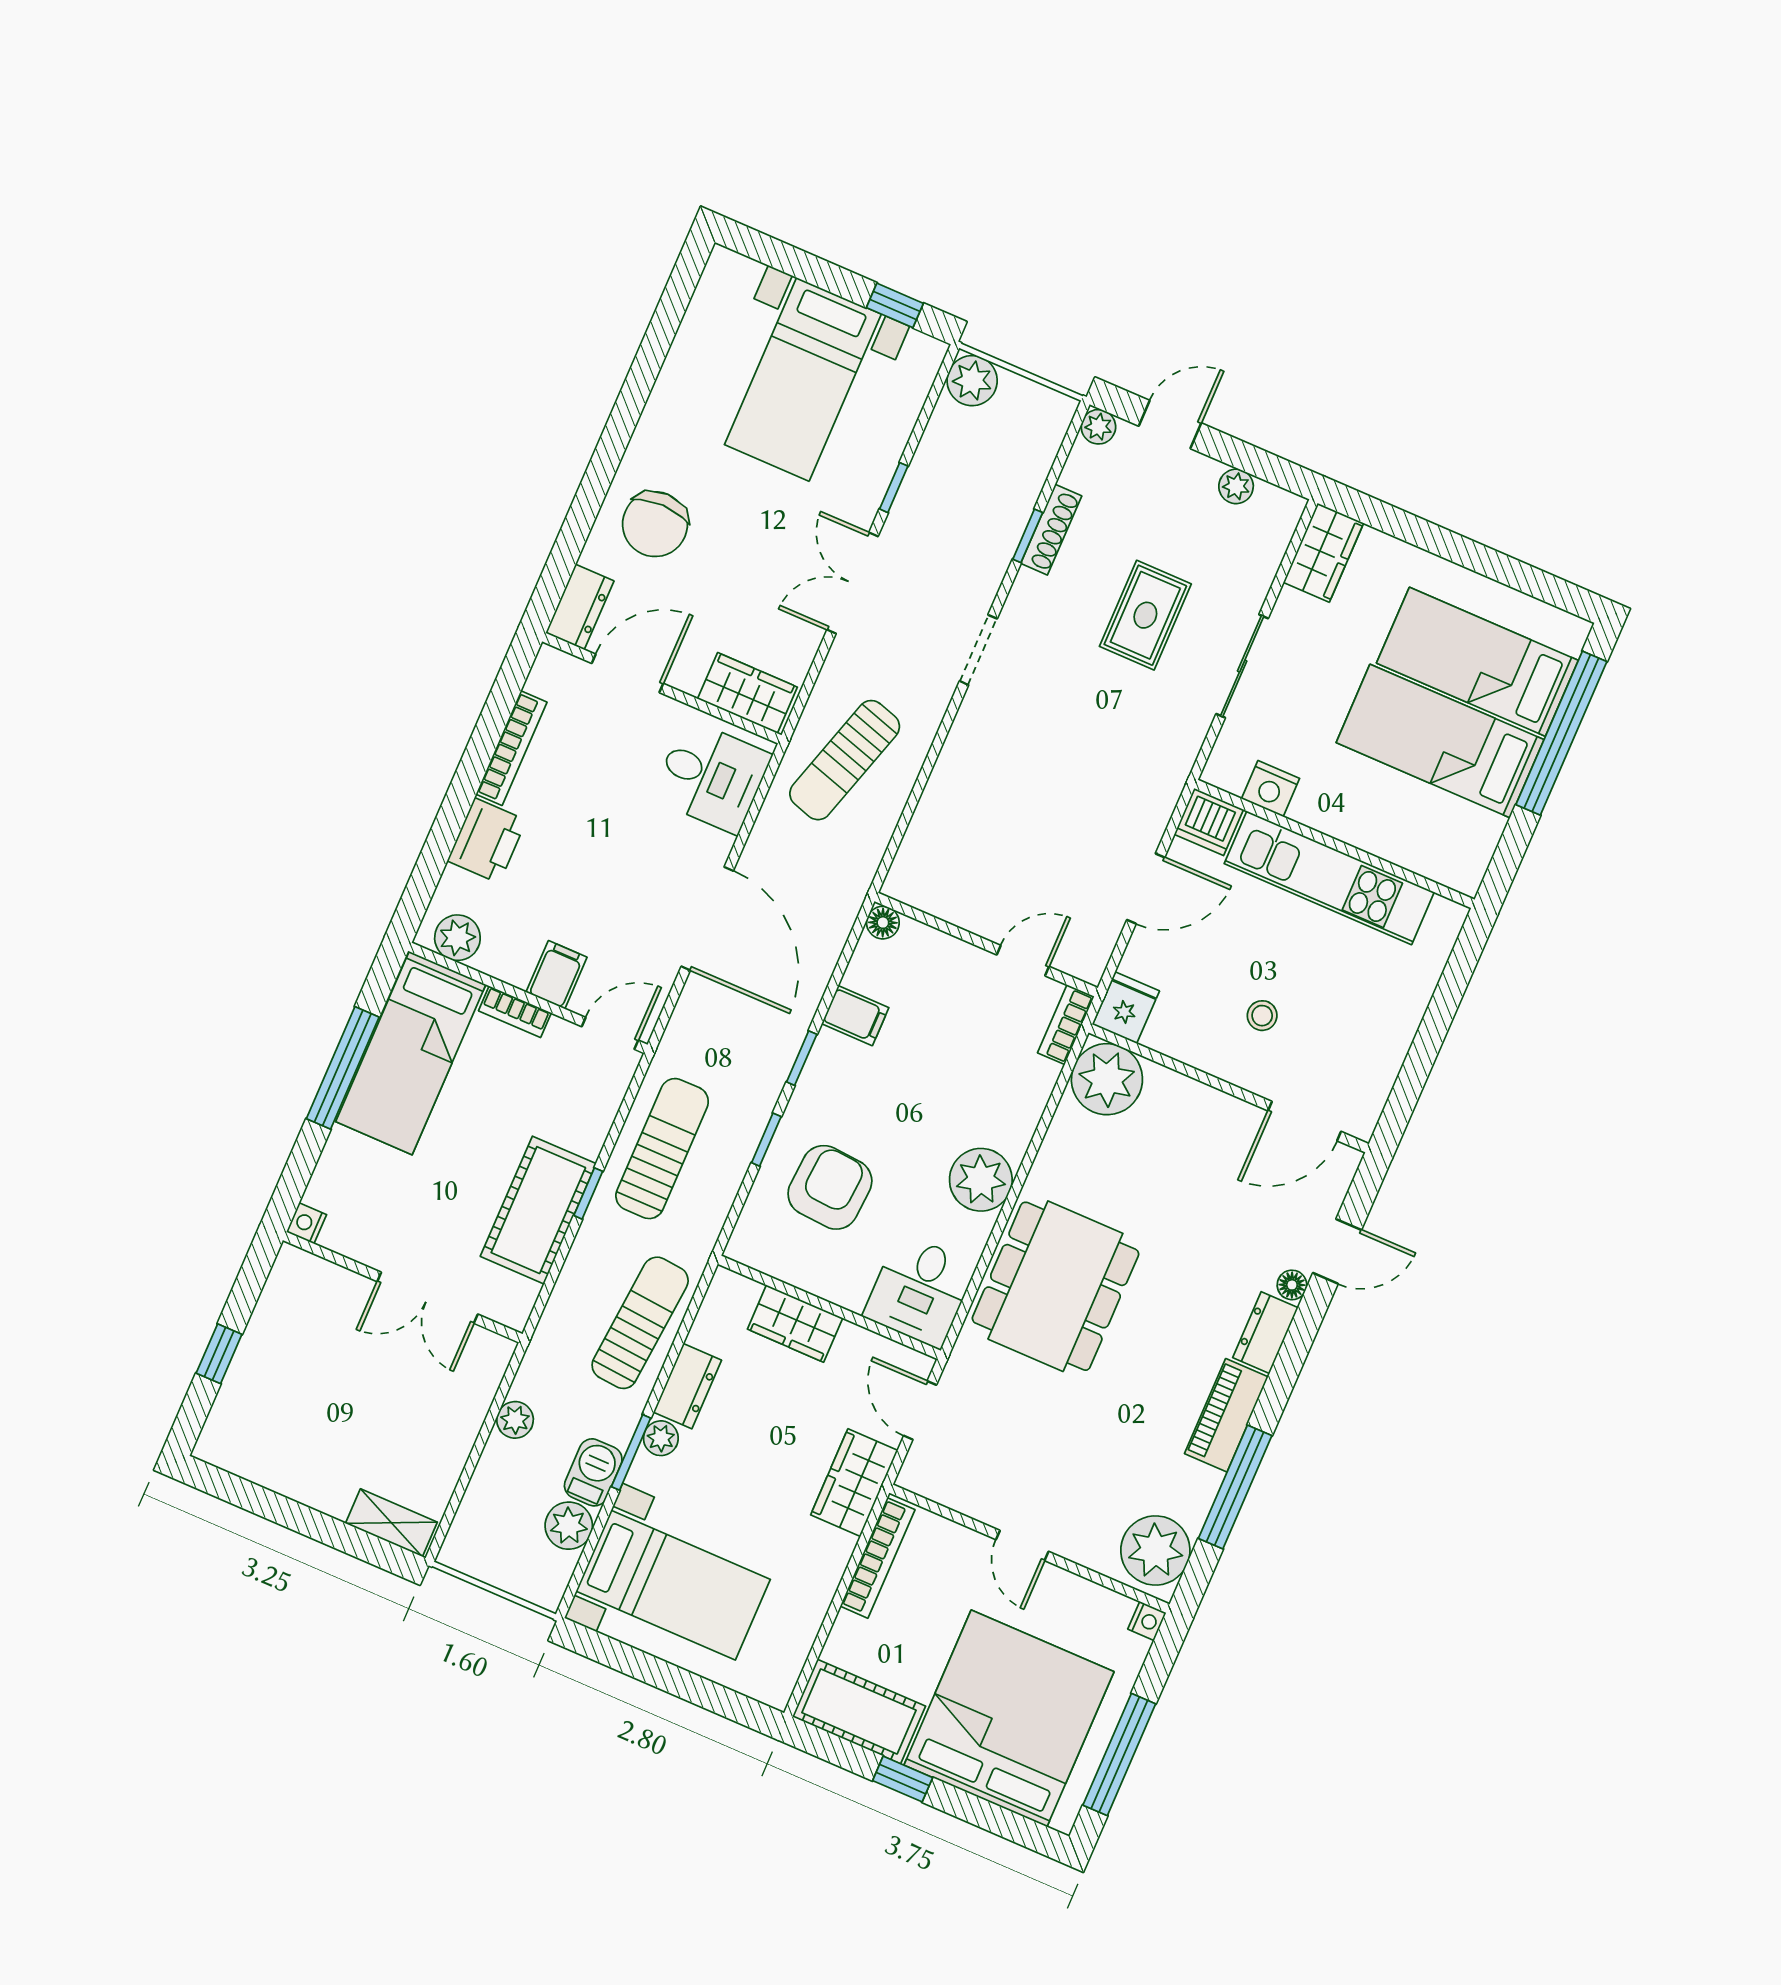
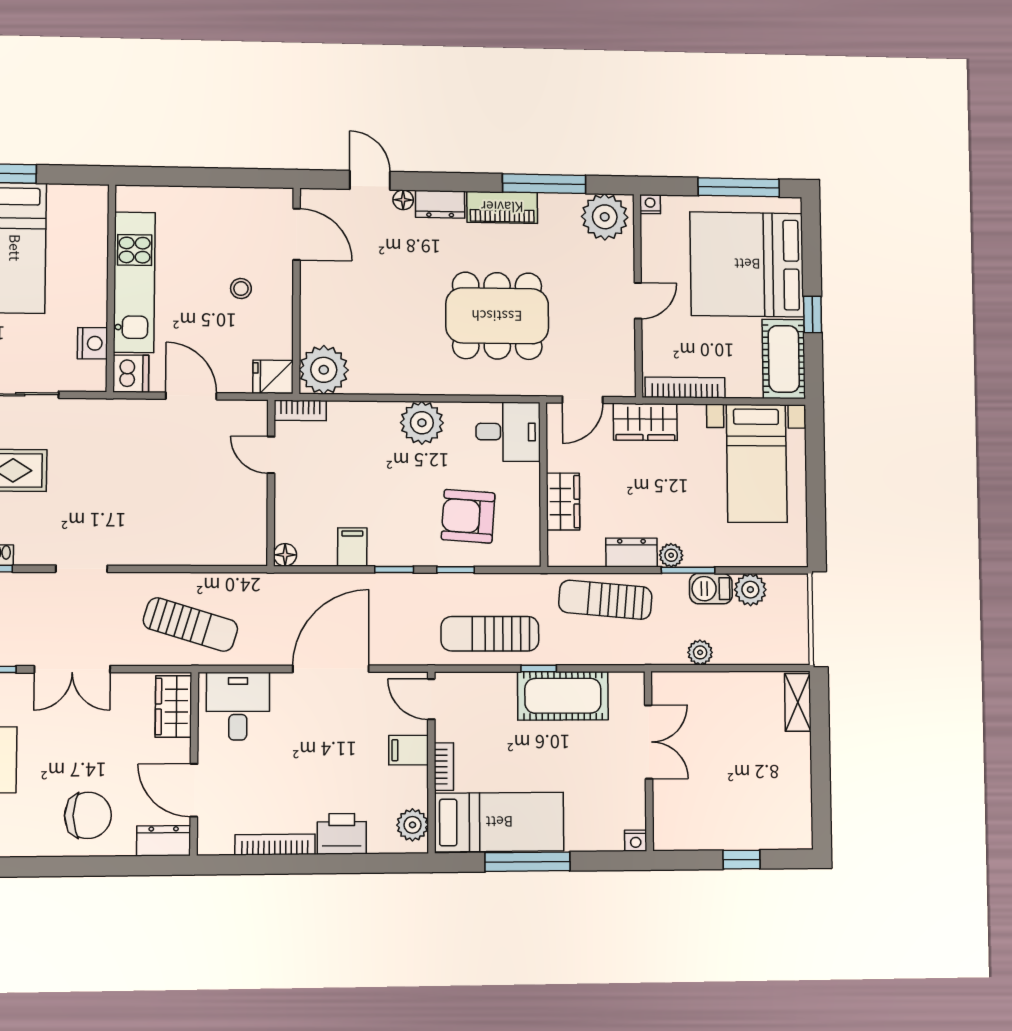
dining table: (1055, 1286) -> (497, 316), moved
bed with nightstands: (673, 1585) -> (757, 463), moved, turned 180

